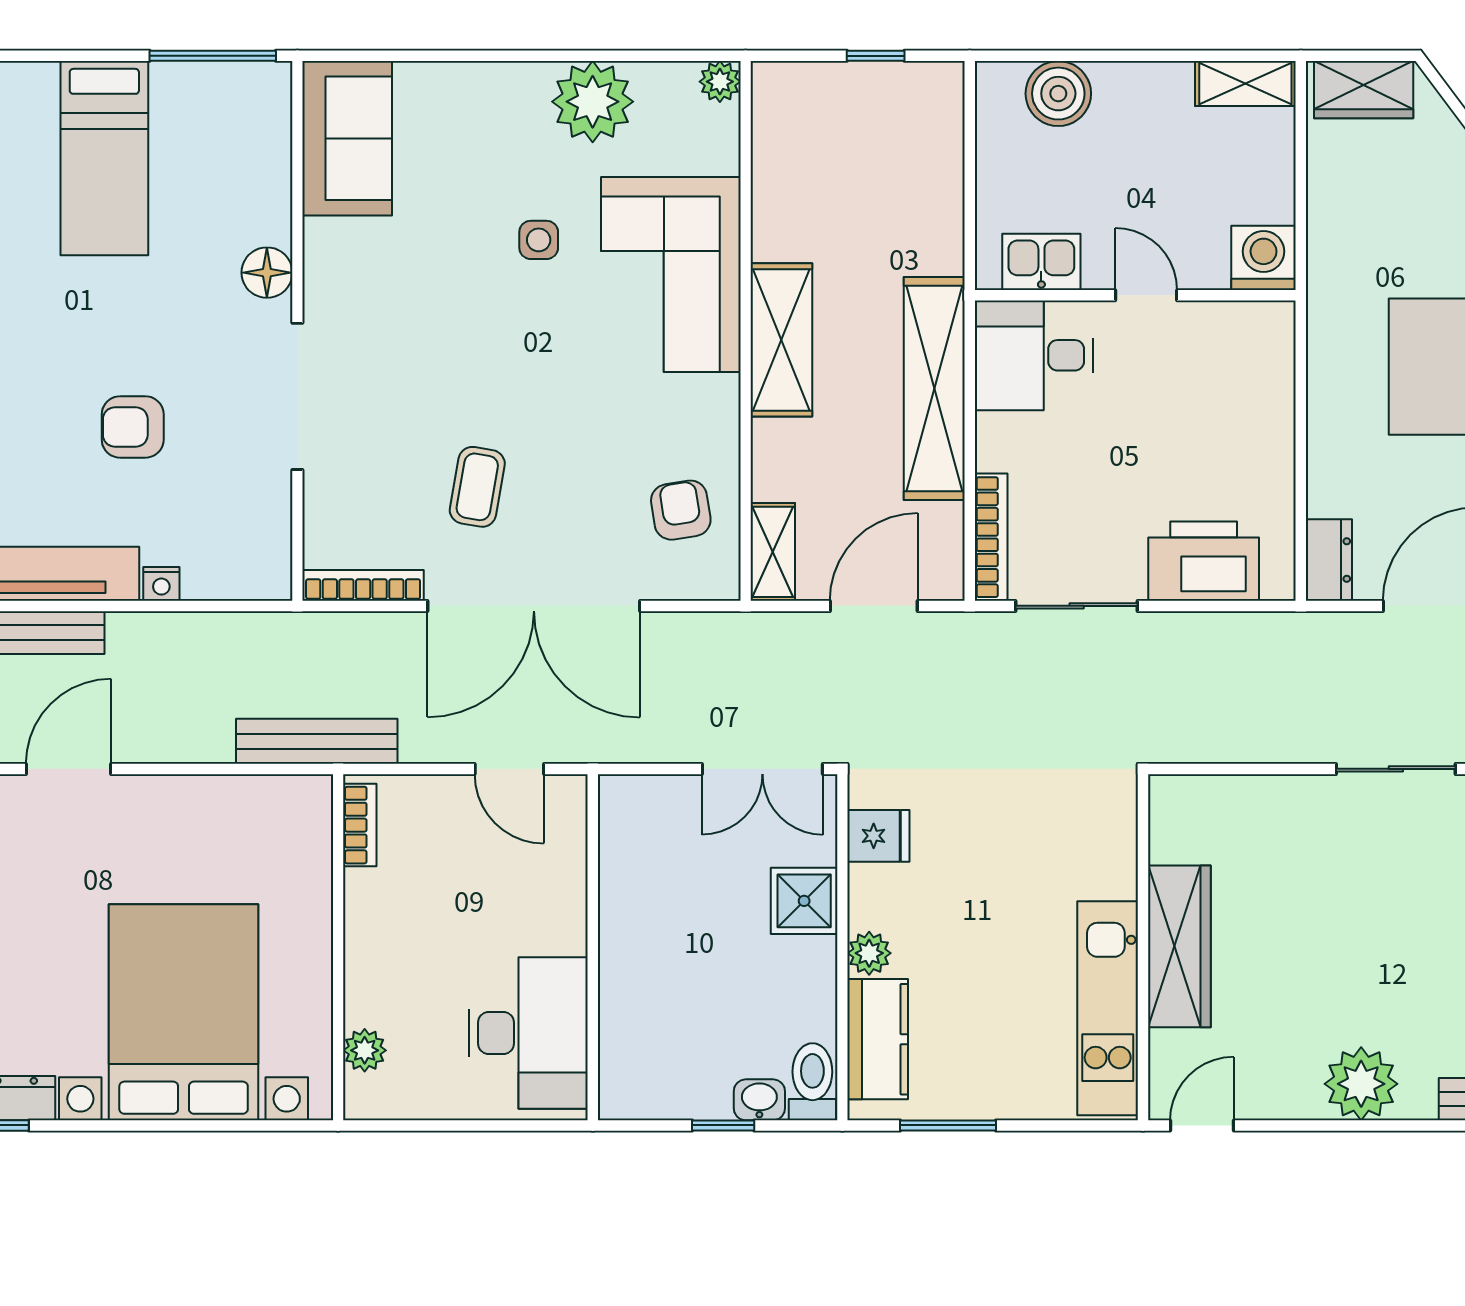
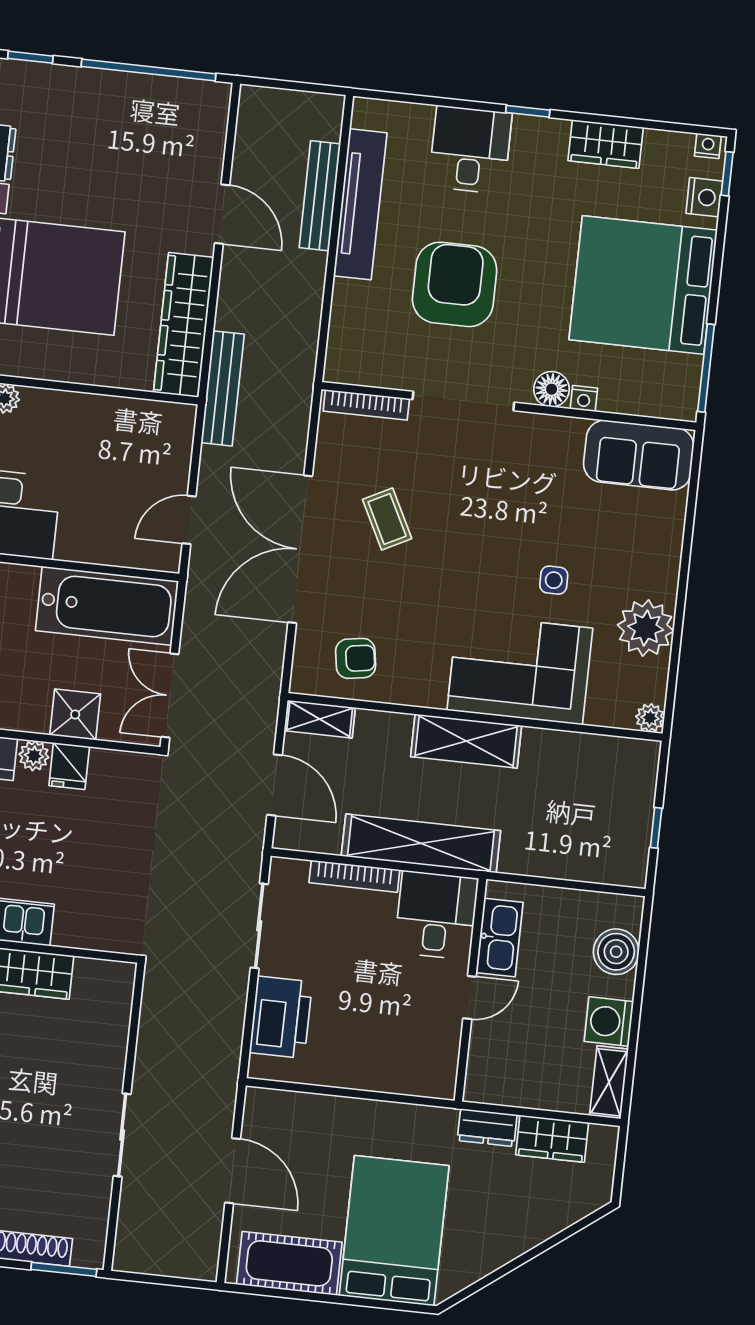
wardrobe: (1364, 90) -> (552, 1139), moved, turned -90
bed: (104, 158) -> (643, 285), width x2.04
washing machine: (1264, 258) -> (609, 1022), moved, turned 180
kitchen sink: (1041, 262) -> (500, 937), width x1.38
armchair: (133, 427) -> (455, 284), width x1.88, depth x1.88
coffee table: (477, 487) -> (387, 519), turned 53
bookcase: (991, 537) -> (354, 876), moved
dresser: (1329, 560) -> (487, 1128), moved
nightstand: (161, 584) -> (584, 399), moved, turned -90
bookcase: (363, 585) -> (366, 405), moved, turned 90
wardrobe: (232, 807) -> (184, 325), added
bookcase: (360, 825) -> (161, 412), removed
fridge: (878, 836) -> (69, 766), moved
bathtub: (644, 872) -> (107, 606), added

